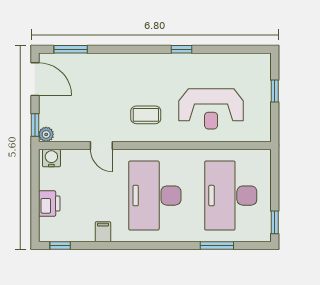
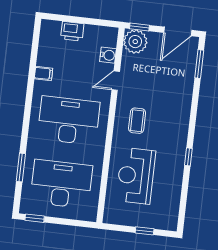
plant: (46, 134) -> (135, 42), width x1.88, depth x1.88
water cooler: (51, 158) -> (108, 55), moved
window: (60, 246) -> (36, 36), removed

